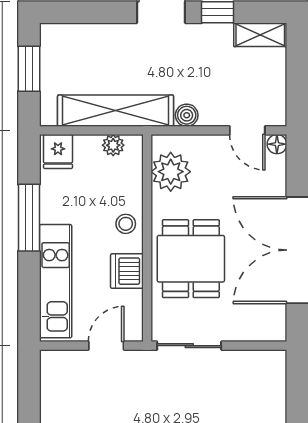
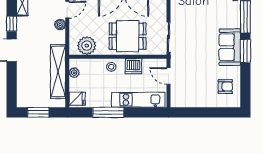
boiler: (187, 115) -> (60, 25), moved

